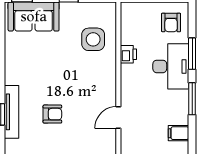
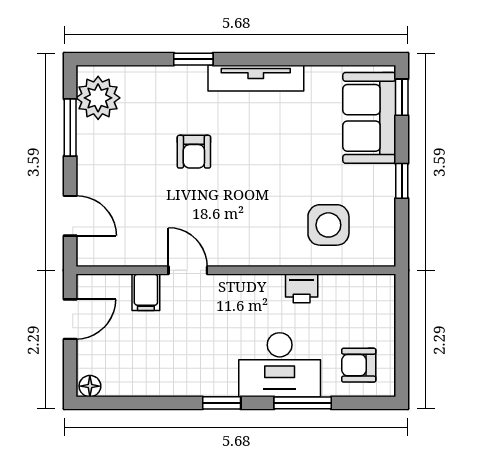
window: (192, 99) -> (222, 403), width x0.67
tv unit: (11, 112) -> (256, 78), moved
filing cabinet: (178, 133) -> (146, 292), moved, turned 180

